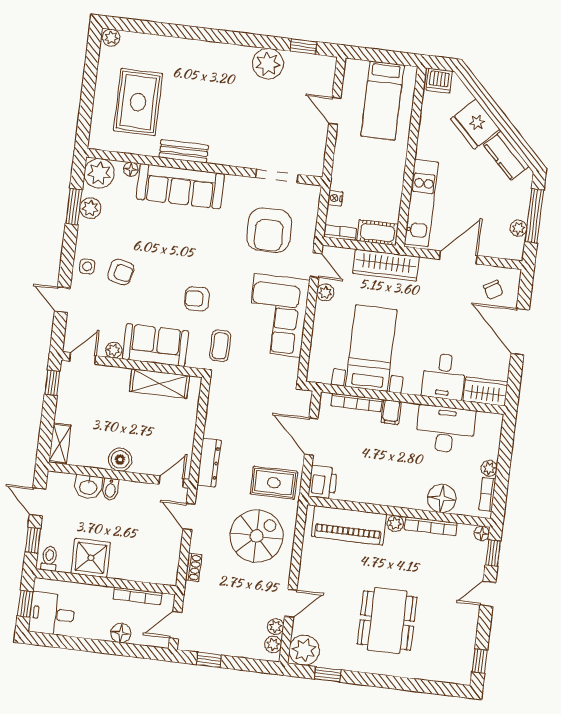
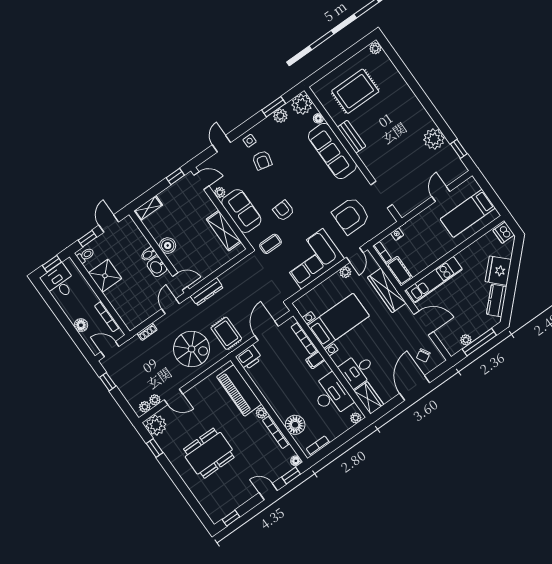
plant: (489, 468) -> (356, 418), moved
washbasin: (88, 487) -> (157, 267), moved

